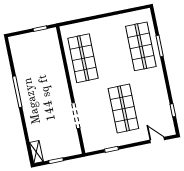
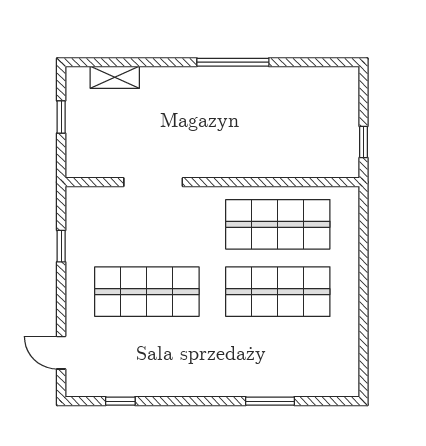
shop shelf: (141, 46) -> (278, 292), moved
door: (157, 140) -> (61, 353), swing flipped
shelving: (36, 152) -> (115, 77), moved

